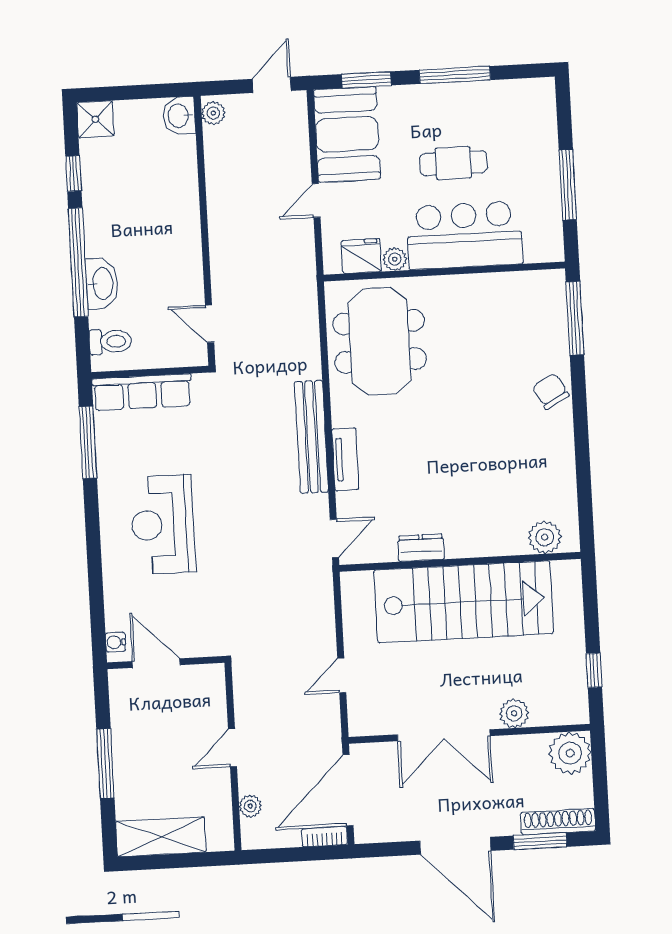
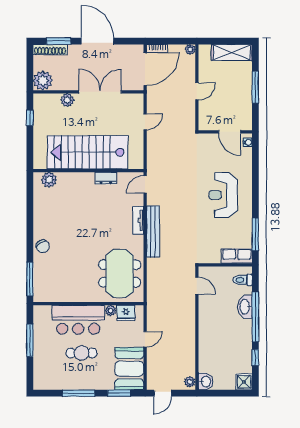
row of seats: (142, 392) -> (237, 256), width x0.68
reception desk: (163, 525) -> (223, 195), turned 180
plant: (250, 806) -> (190, 49), moved

